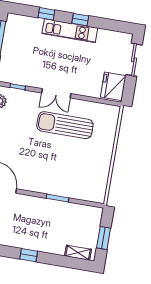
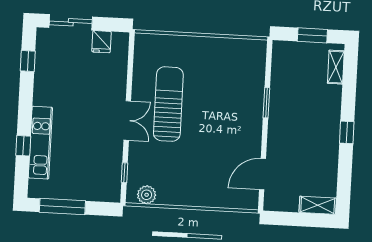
window: (80, 20) -> (28, 61), moved
kitchen unit: (70, 31) -> (40, 143), moved
fridge: (113, 86) -> (102, 42), width x0.53, depth x0.75
sun lounger: (65, 125) -> (168, 104), turned 180

